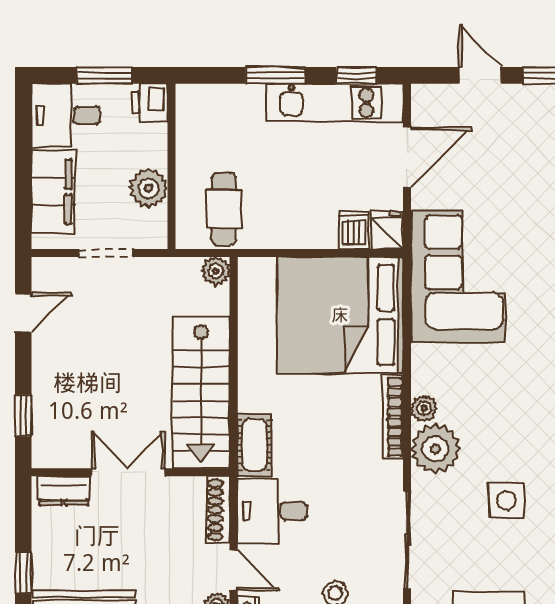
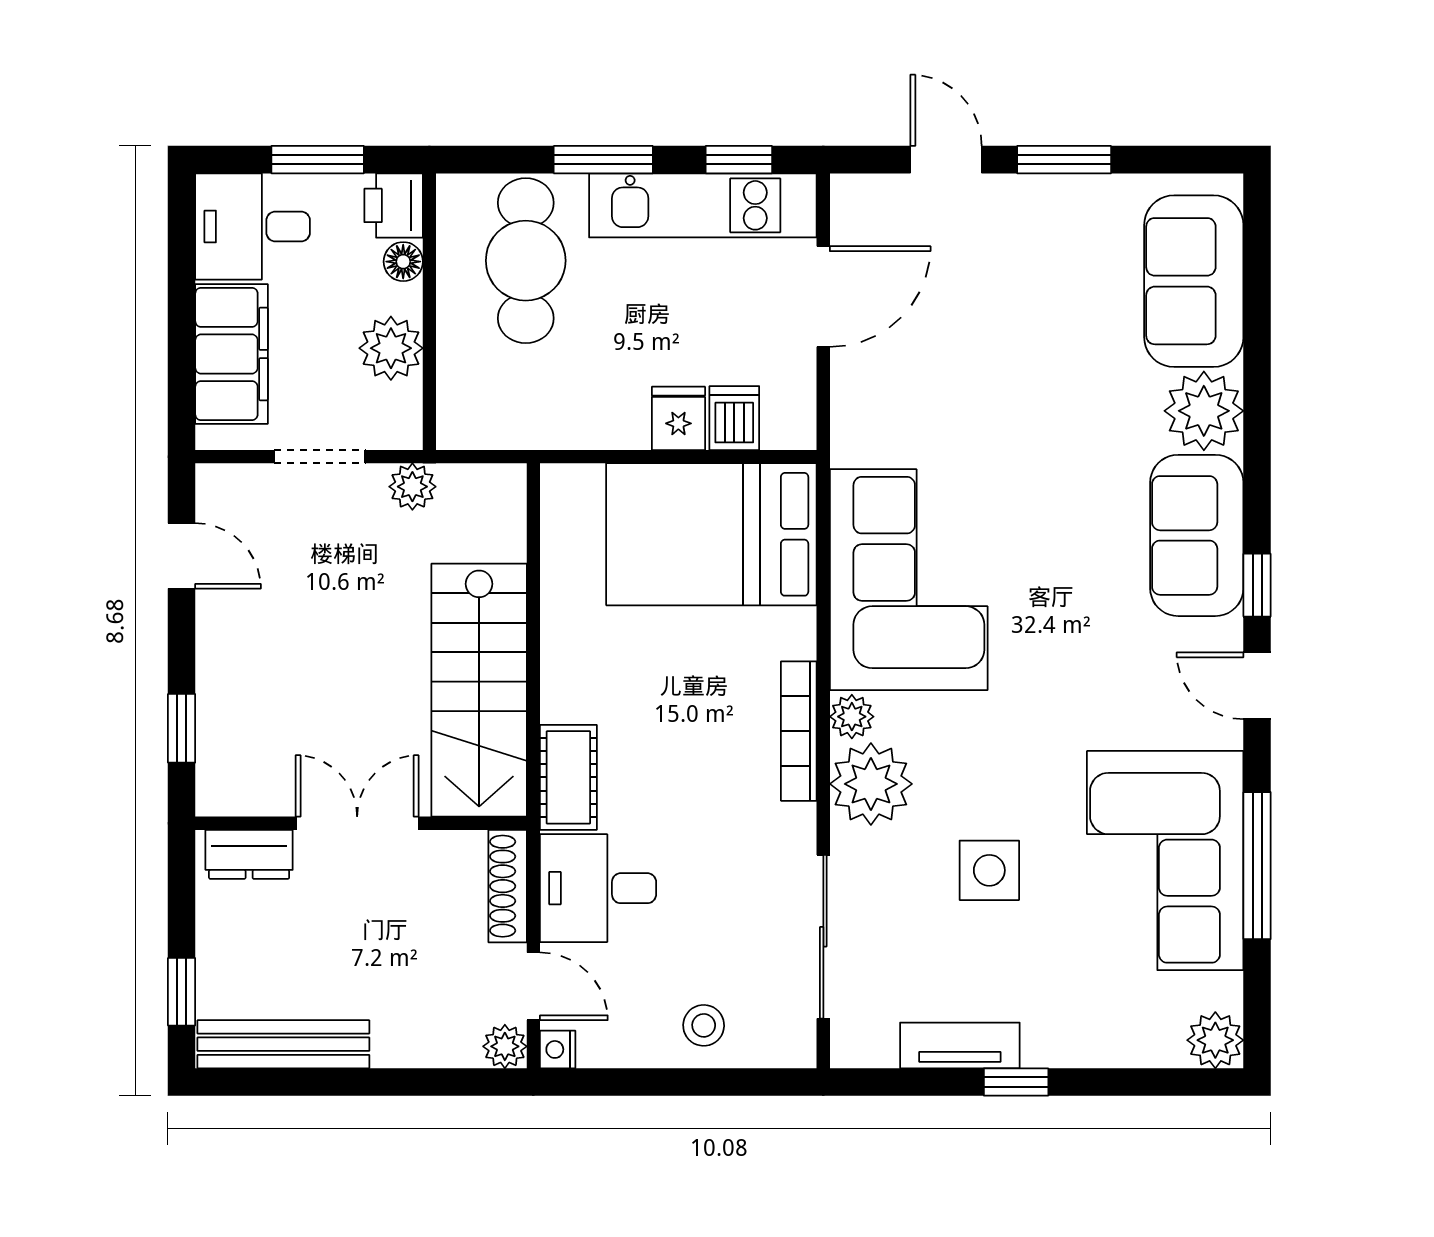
floor lamp: (156, 136) -> (403, 262), added
cafe table: (224, 209) -> (526, 261), moved, width x1.37, depth x1.35
fridge: (387, 230) -> (678, 418), moved
plant: (216, 271) -> (412, 487), moved
corner sofa: (458, 277) -> (909, 580), moved
door: (23, 312) -> (182, 556), hinge flipped
bed: (340, 315) -> (711, 534), width x0.73

